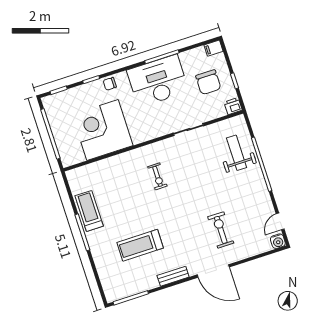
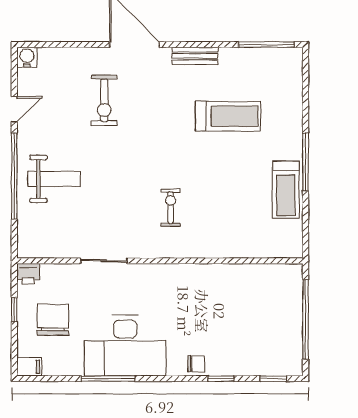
corner desk: (102, 130) -> (228, 300), removed
weight bench: (237, 153) -> (54, 179), moved, turned -90
door: (280, 221) -> (14, 109), moved

